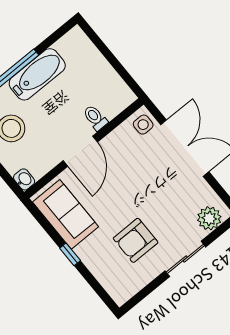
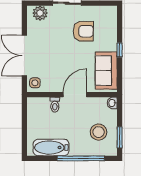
bathtub: (37, 74) -> (51, 148), moved

